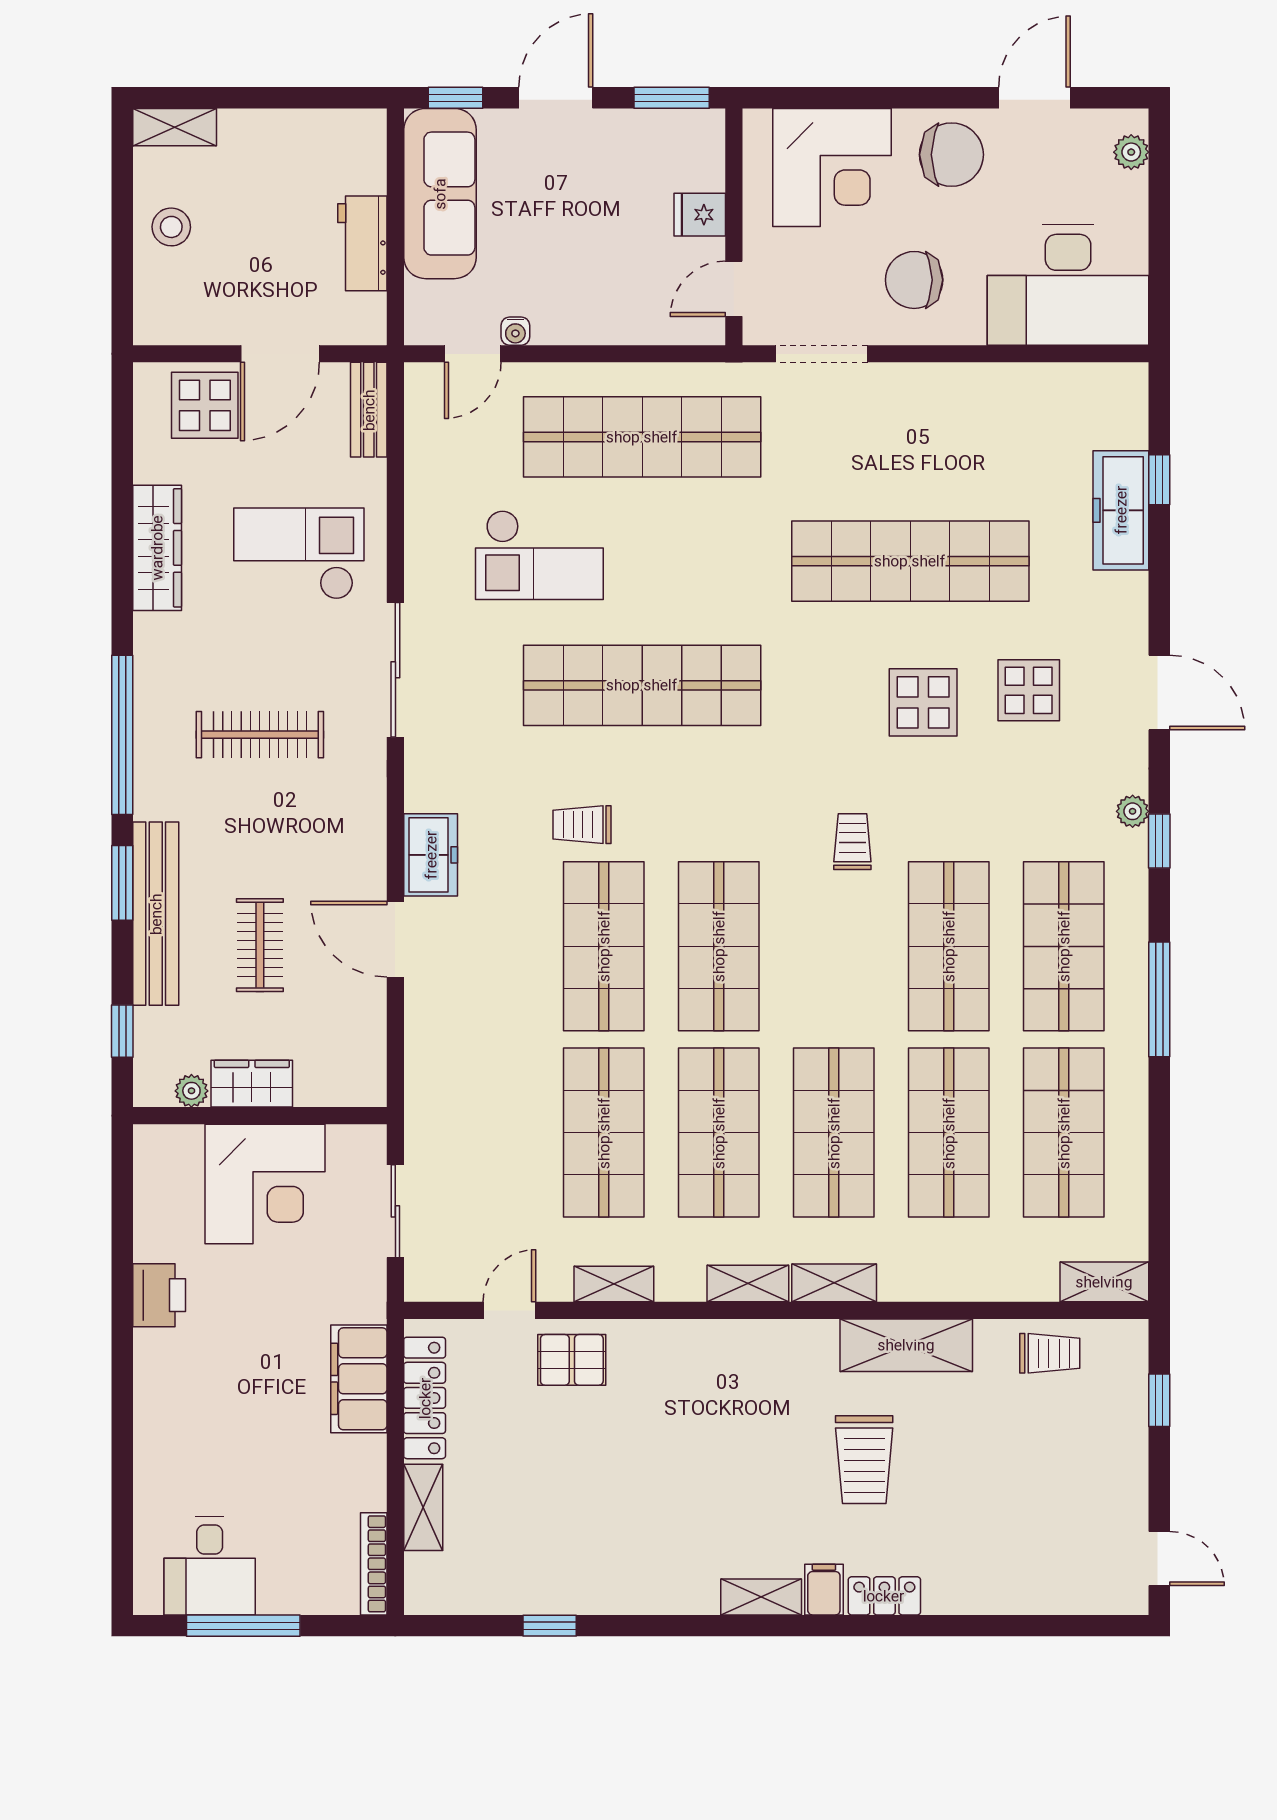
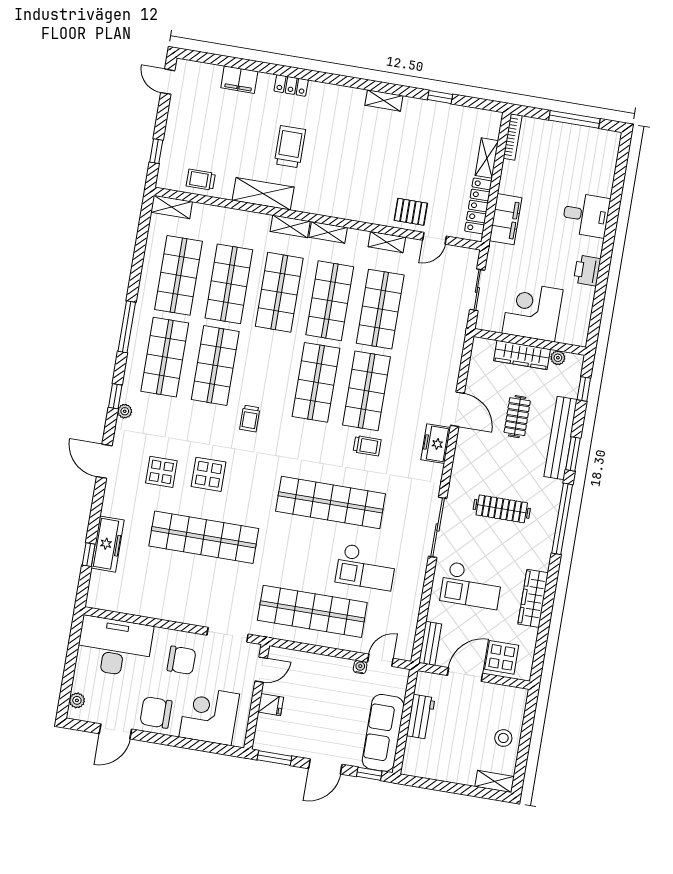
checkout: (539, 555) -> (366, 567), turned 180
wardrobe: (252, 1084) -> (522, 355), width x1.50
desk: (210, 1566) -> (586, 215), moved, turned 90
filing cabinet: (824, 1590) -> (239, 80), moved, width x2.00
shelving: (761, 1597) -> (384, 100), moved

